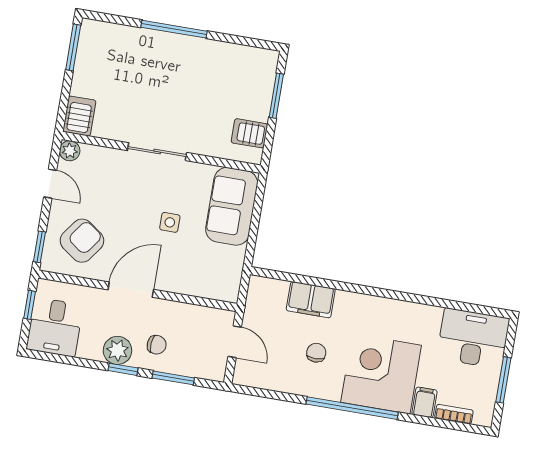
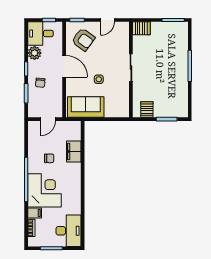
plant: (70, 151) -> (124, 27), removed
sofa: (232, 206) -> (86, 107), moved
plant: (117, 350) -> (35, 53), moved

